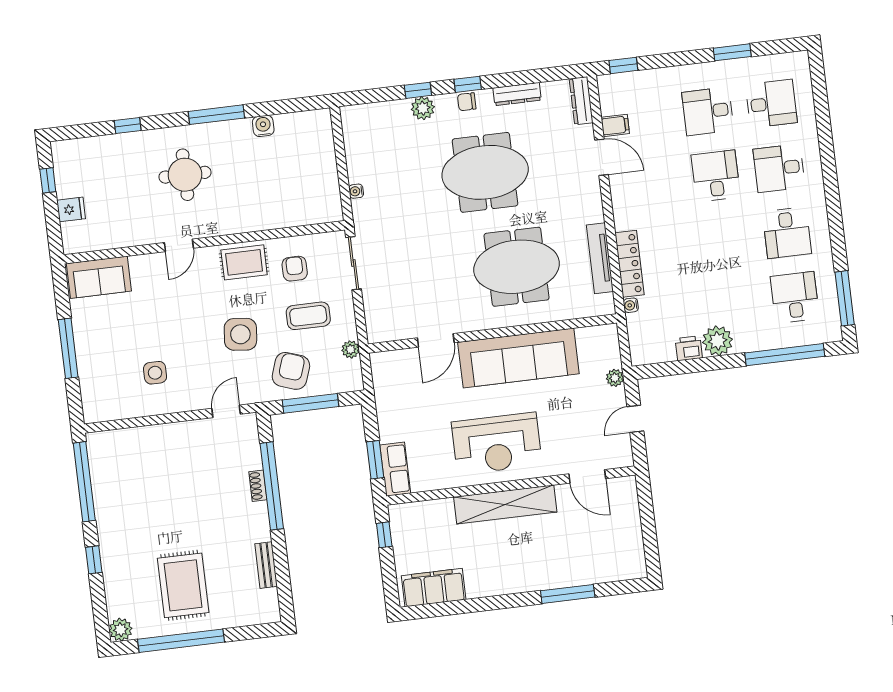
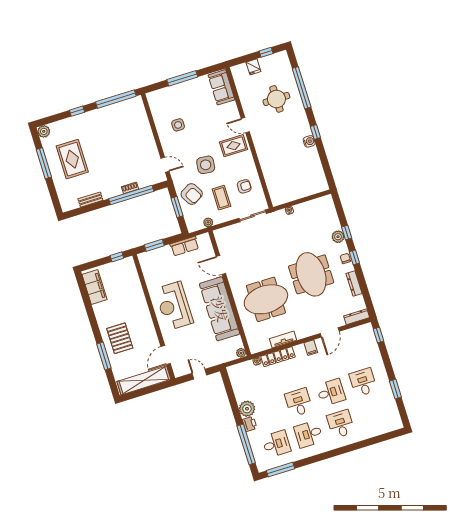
desk: (771, 104) -> (299, 402), moved, turned 180
window: (216, 115) -> (315, 132), width x0.46
window: (128, 125) -> (302, 88), width x3.17
filing cabinet: (615, 125) -> (311, 348), moved
water cooler: (263, 126) -> (309, 141), moved
round table: (185, 175) -> (276, 99), moved
tv unit: (600, 258) -> (283, 339), width x0.71
rug: (244, 262) -> (234, 146), moved, turned 90
meeting table: (517, 267) -> (266, 299), turned 90
printer: (689, 348) -> (250, 424), moved
armchair: (291, 371) -> (192, 194), turned 41
plant: (615, 378) -> (241, 353), moved
window: (310, 403) -> (177, 207), width x0.69
row of seats: (395, 469) -> (184, 246), moved
shelving: (505, 504) -> (144, 380), moved, turned 90
pallet: (540, 558) -> (120, 338), added
rug: (183, 585) -> (72, 159), turned 90
window: (181, 641) -> (44, 163), width x0.68

